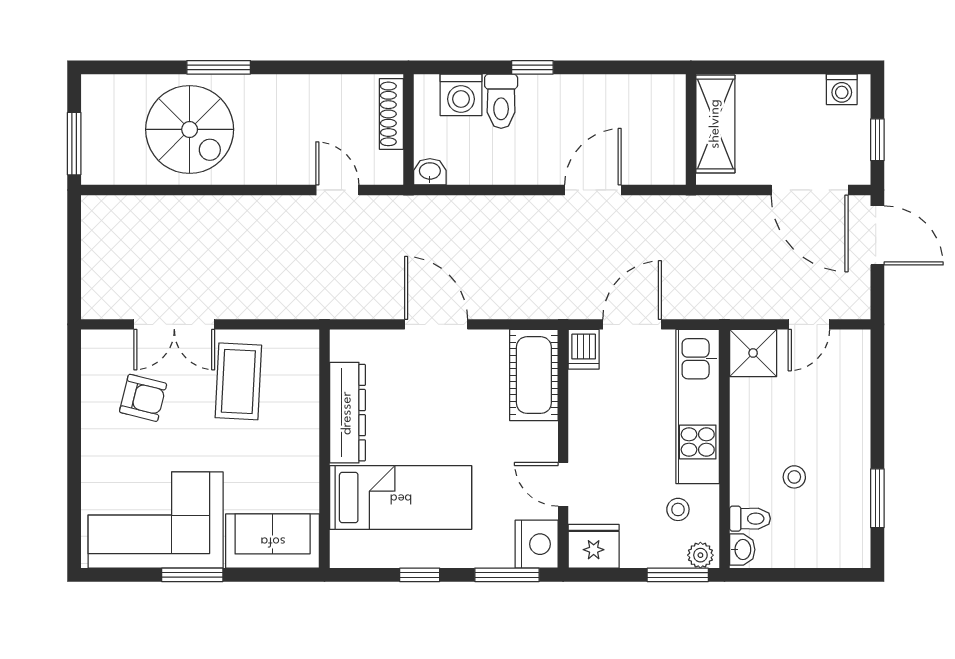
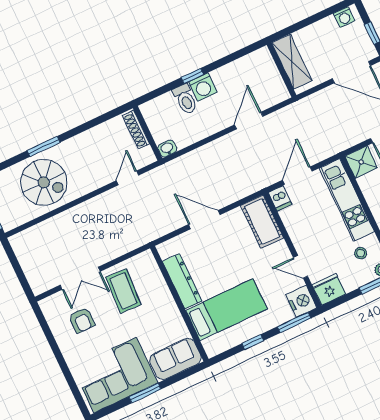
washing machine: (461, 95) -> (203, 87), moved
door: (337, 190) -> (127, 178), hinge flipped
armchair: (143, 398) -> (82, 320), turned 76

